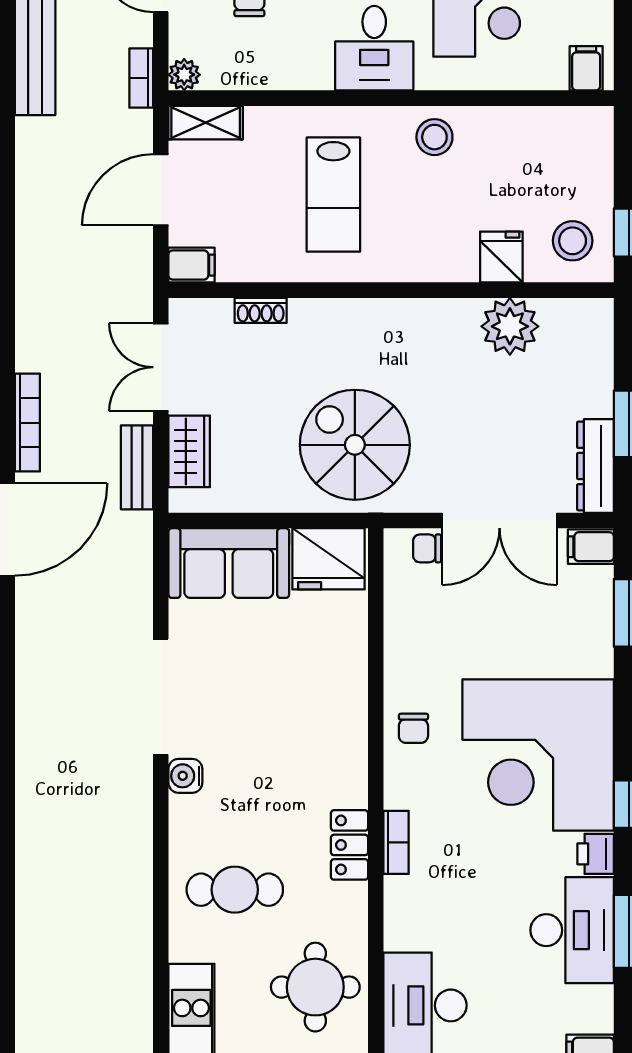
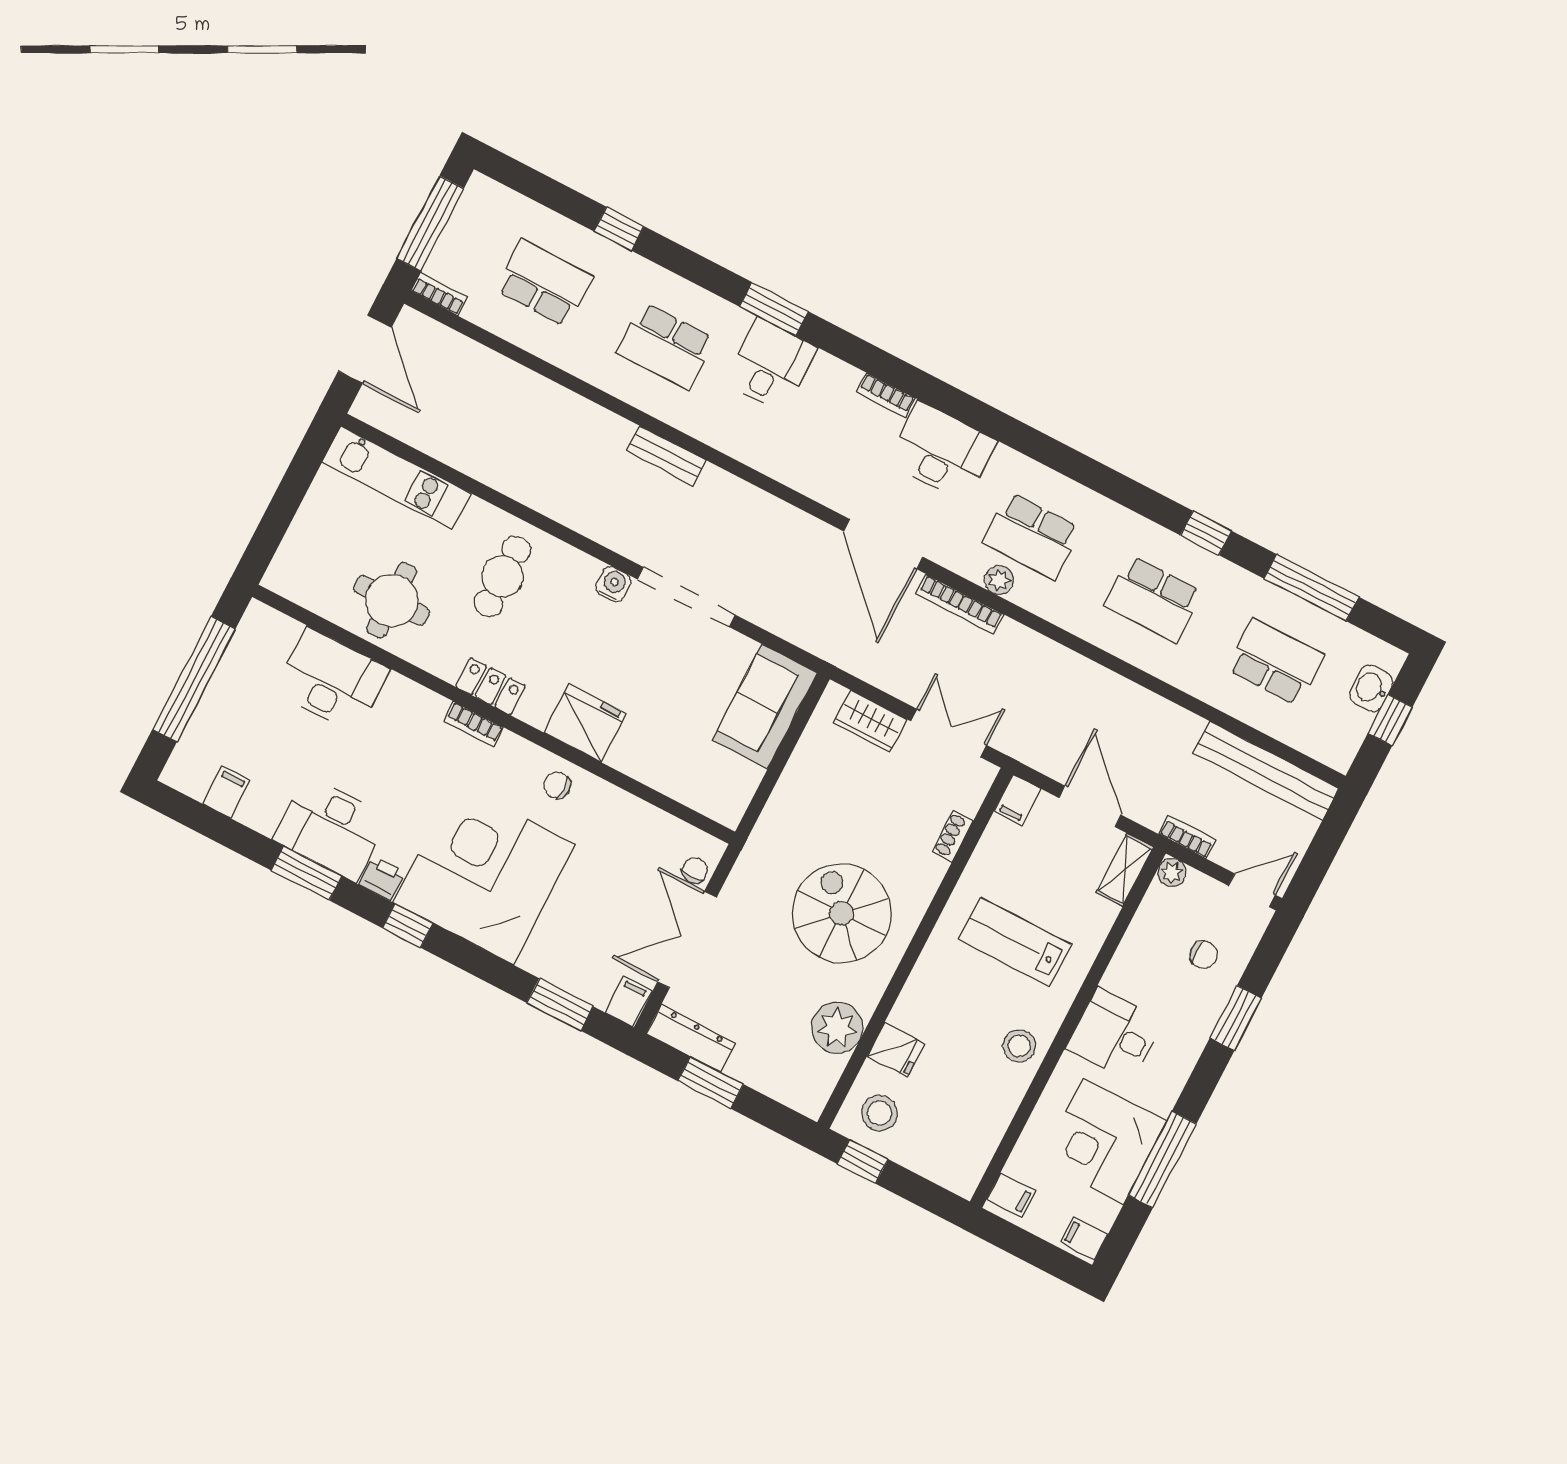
spiral stairs: (355, 445) -> (842, 913), moved, turned -90
bench: (137, 467) -> (666, 456), moved
fridge: (328, 559) -> (585, 723), moved, turned 90

